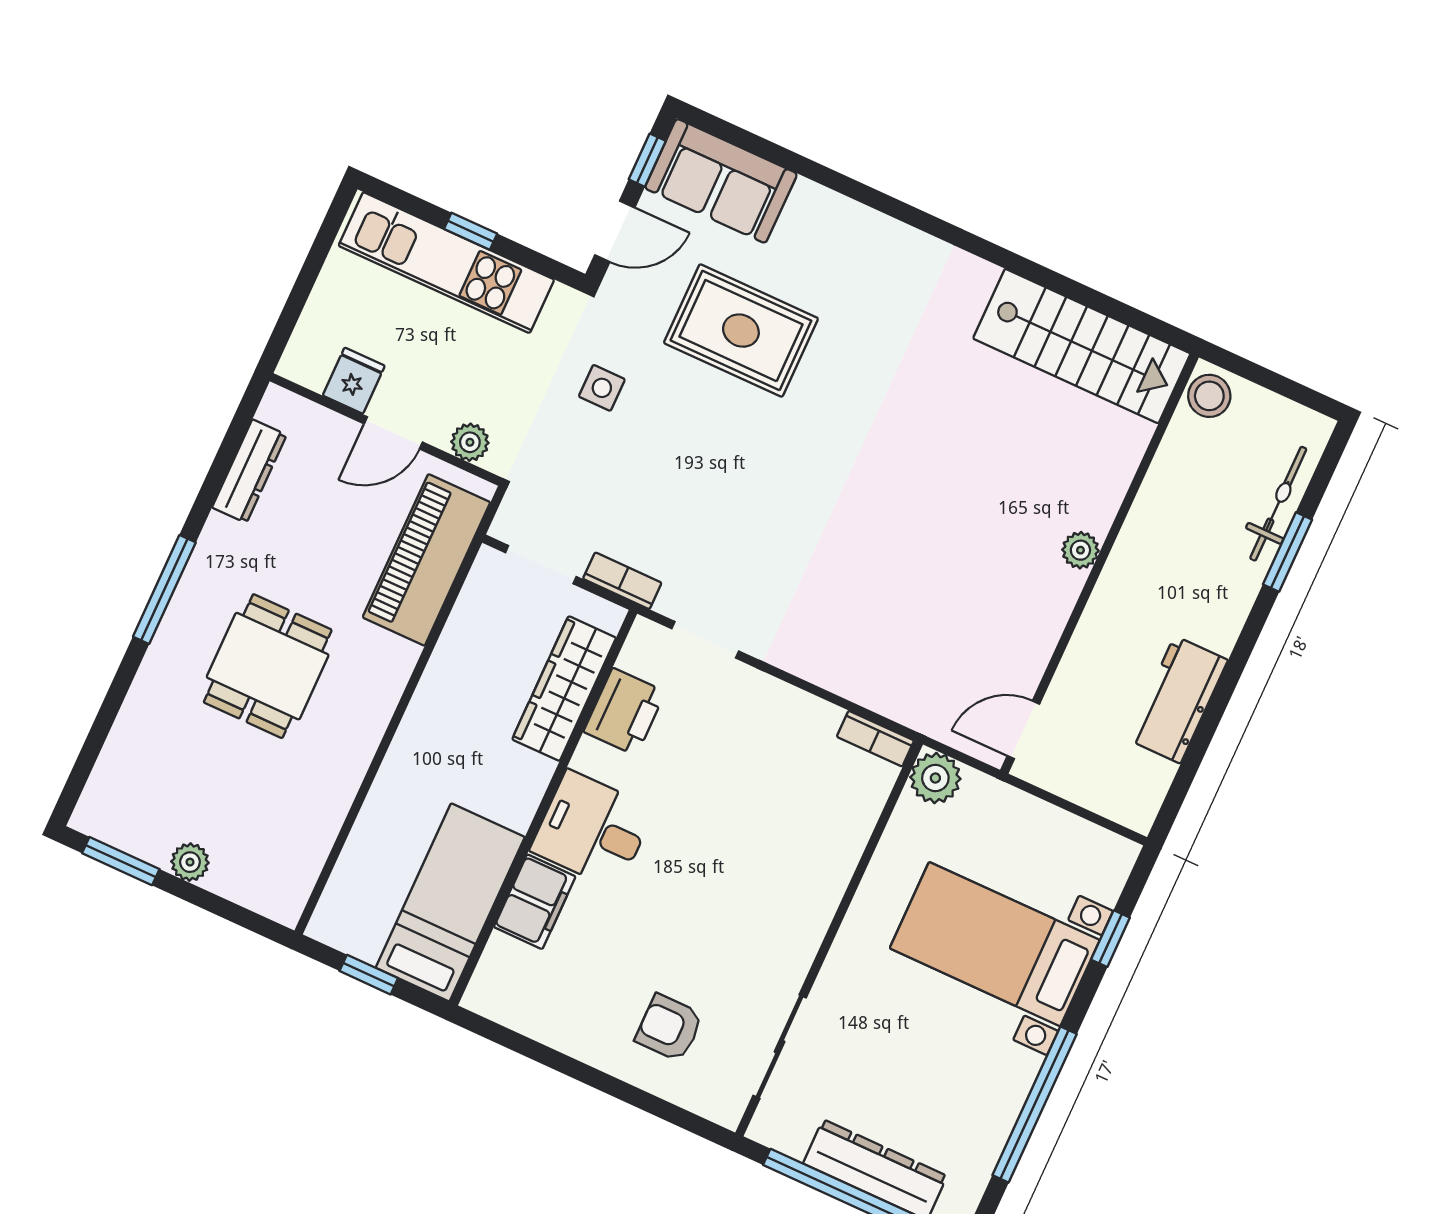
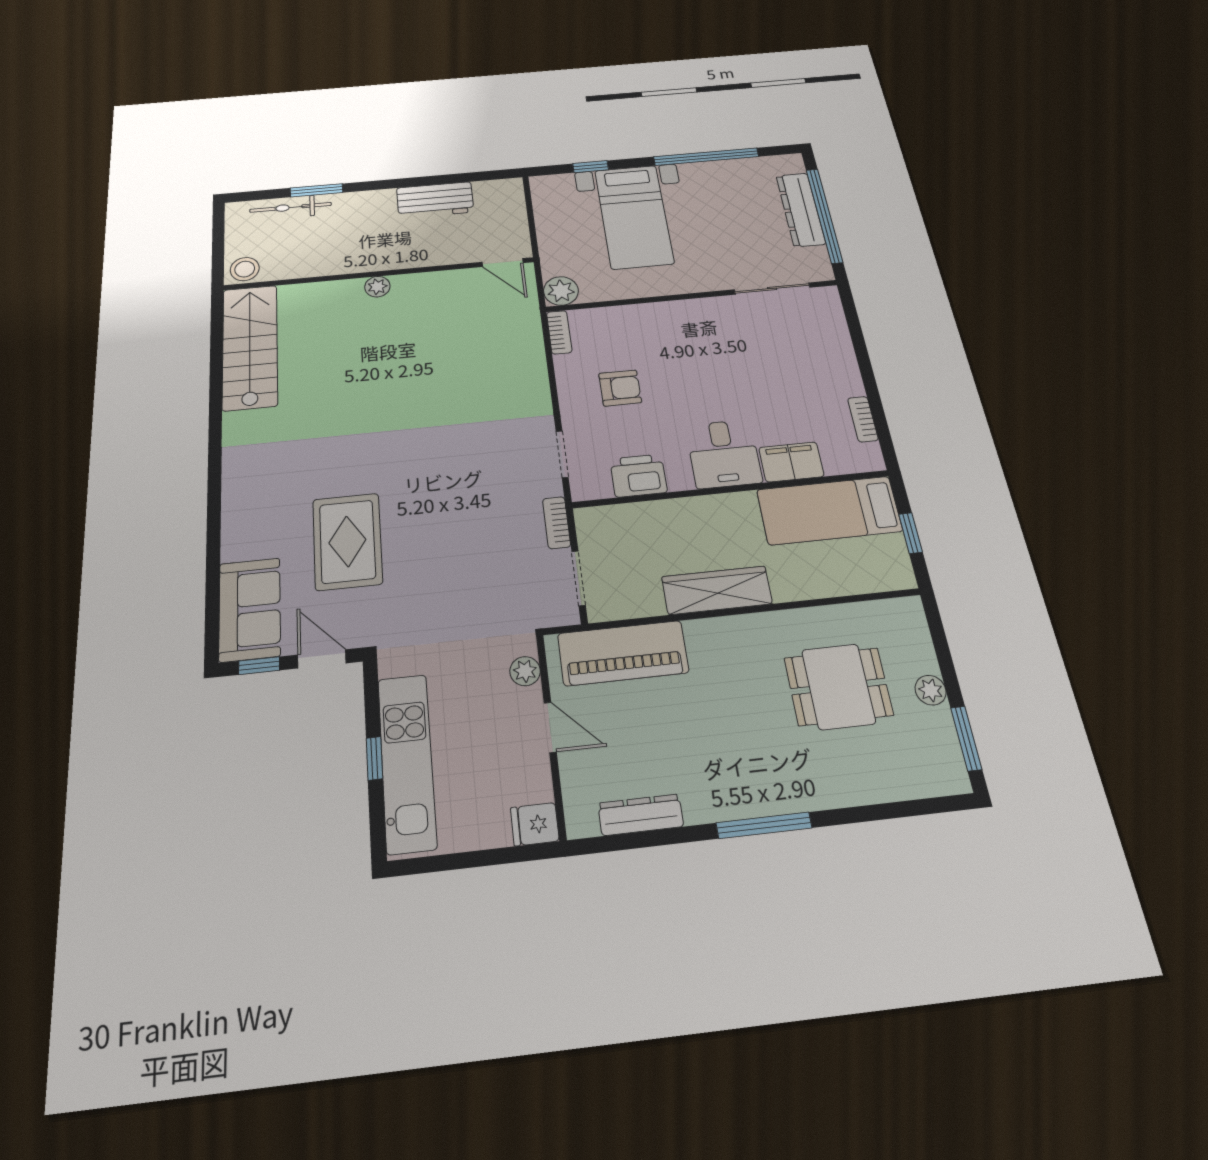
fridge: (354, 381) -> (535, 824), moved
side table: (602, 388) -> (436, 606), removed
dining table: (268, 666) -> (838, 687), moved
wardrobe: (564, 689) -> (717, 590), moved, turned 180
bookcase: (537, 1026) -> (863, 419), added
armchair: (669, 1028) -> (620, 388), moved, turned -90

